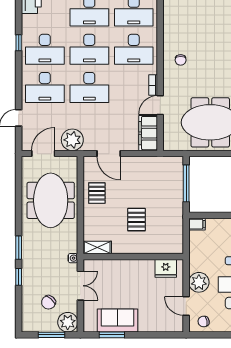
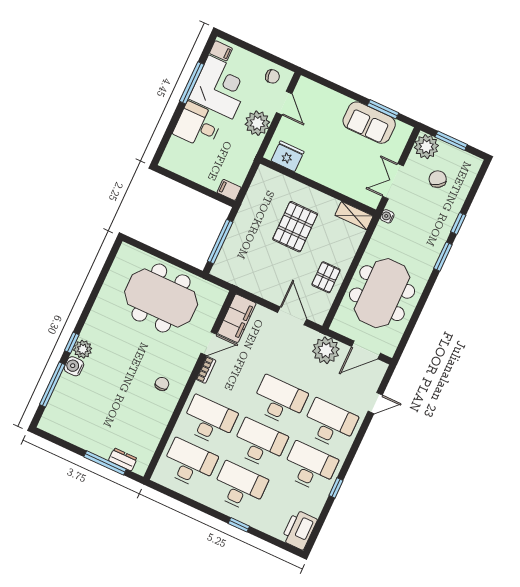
pallet: (136, 220) -> (295, 227), width x1.50, depth x1.42
chair: (49, 302) -> (438, 179), turned -75

